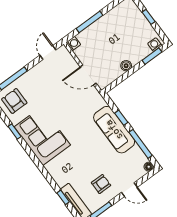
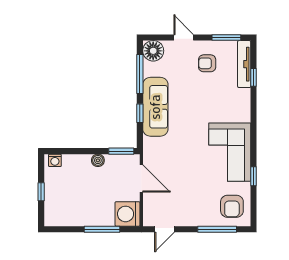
washing machine: (73, 44) -> (128, 214), width x1.89, depth x1.89
window: (152, 56) -> (121, 151), moved
floor lamp: (149, 167) -> (153, 51), width x1.89, depth x1.89

